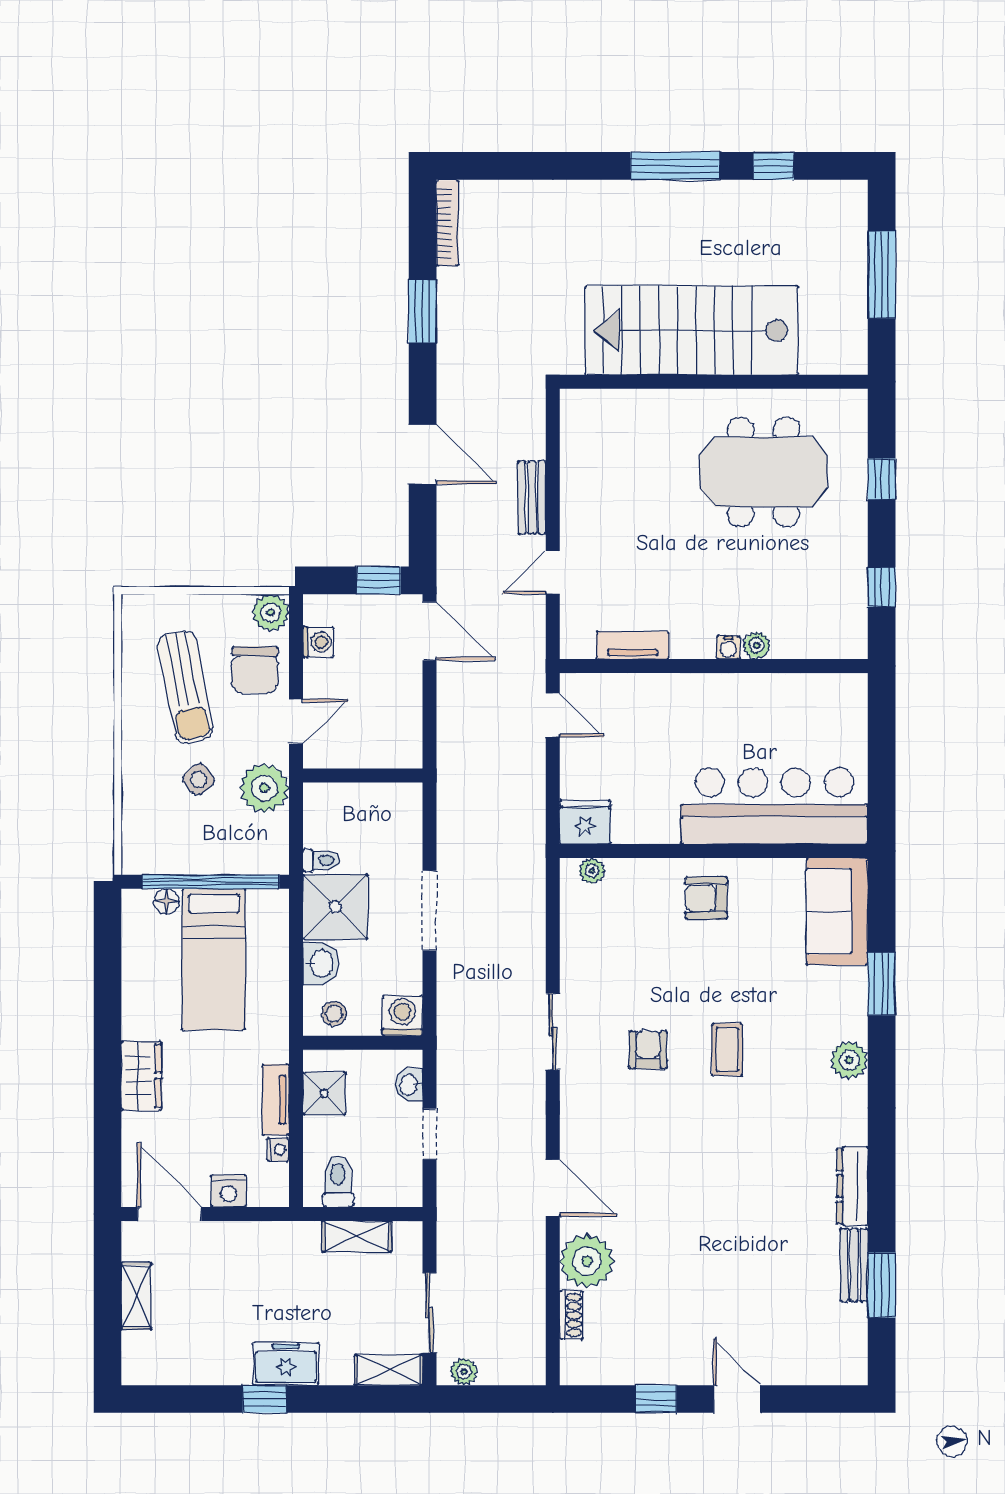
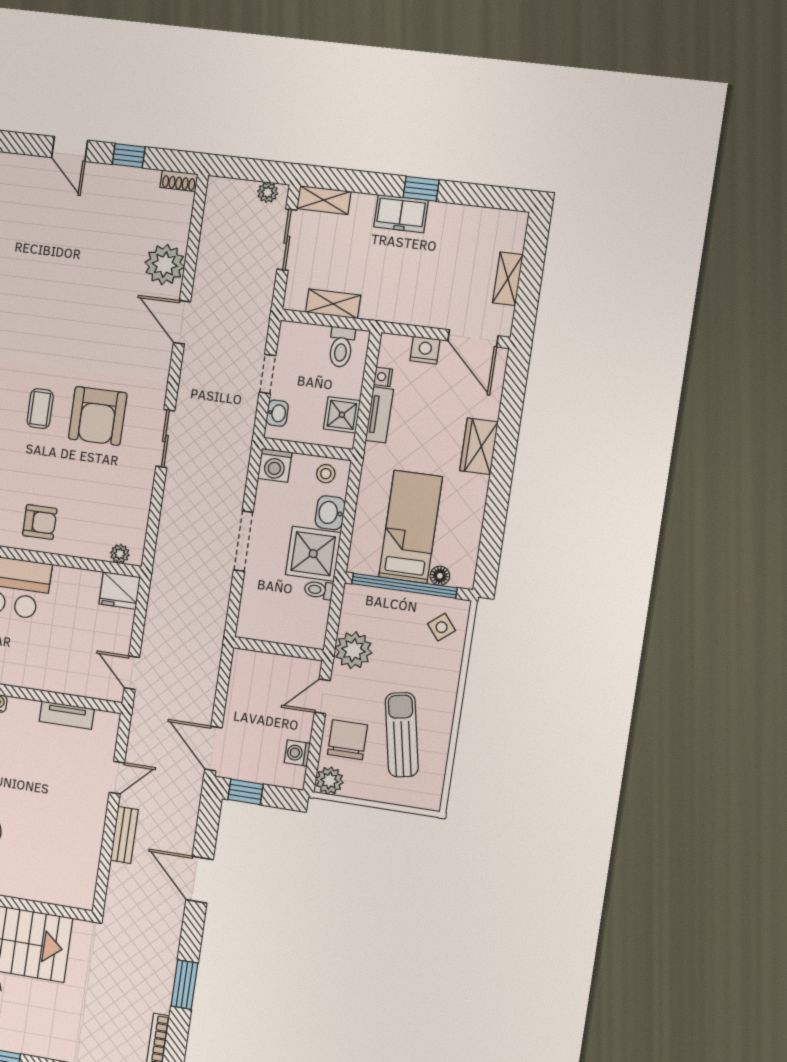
side table: (198, 779) -> (442, 627), moved
armchair: (648, 1050) -> (98, 416), width x1.88, depth x1.88
shoe rack: (571, 1315) -> (179, 181), moved, turned -90

